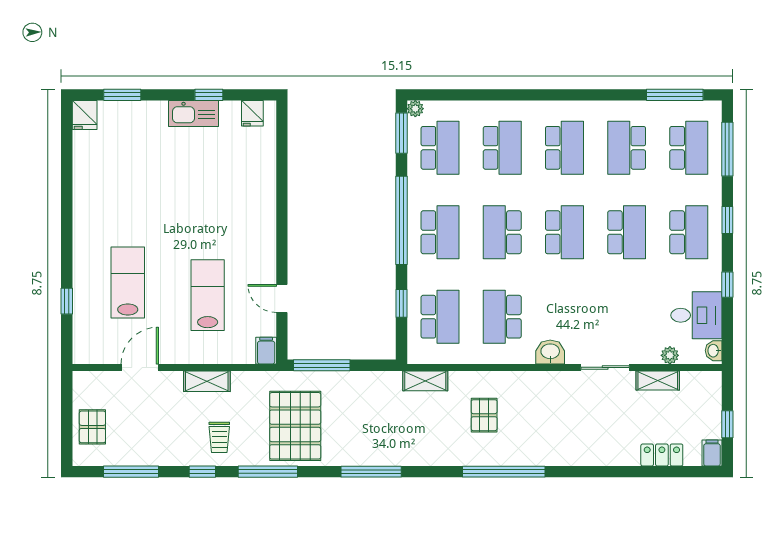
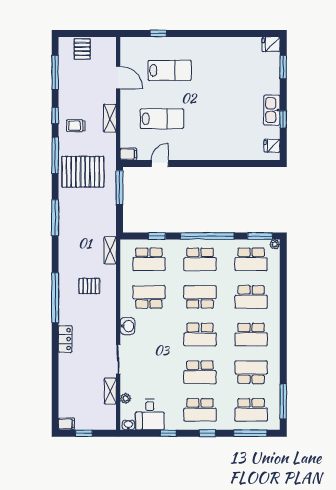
pallet: (92, 427) -> (82, 49), turned 90
locker: (662, 455) -> (65, 339), moved

